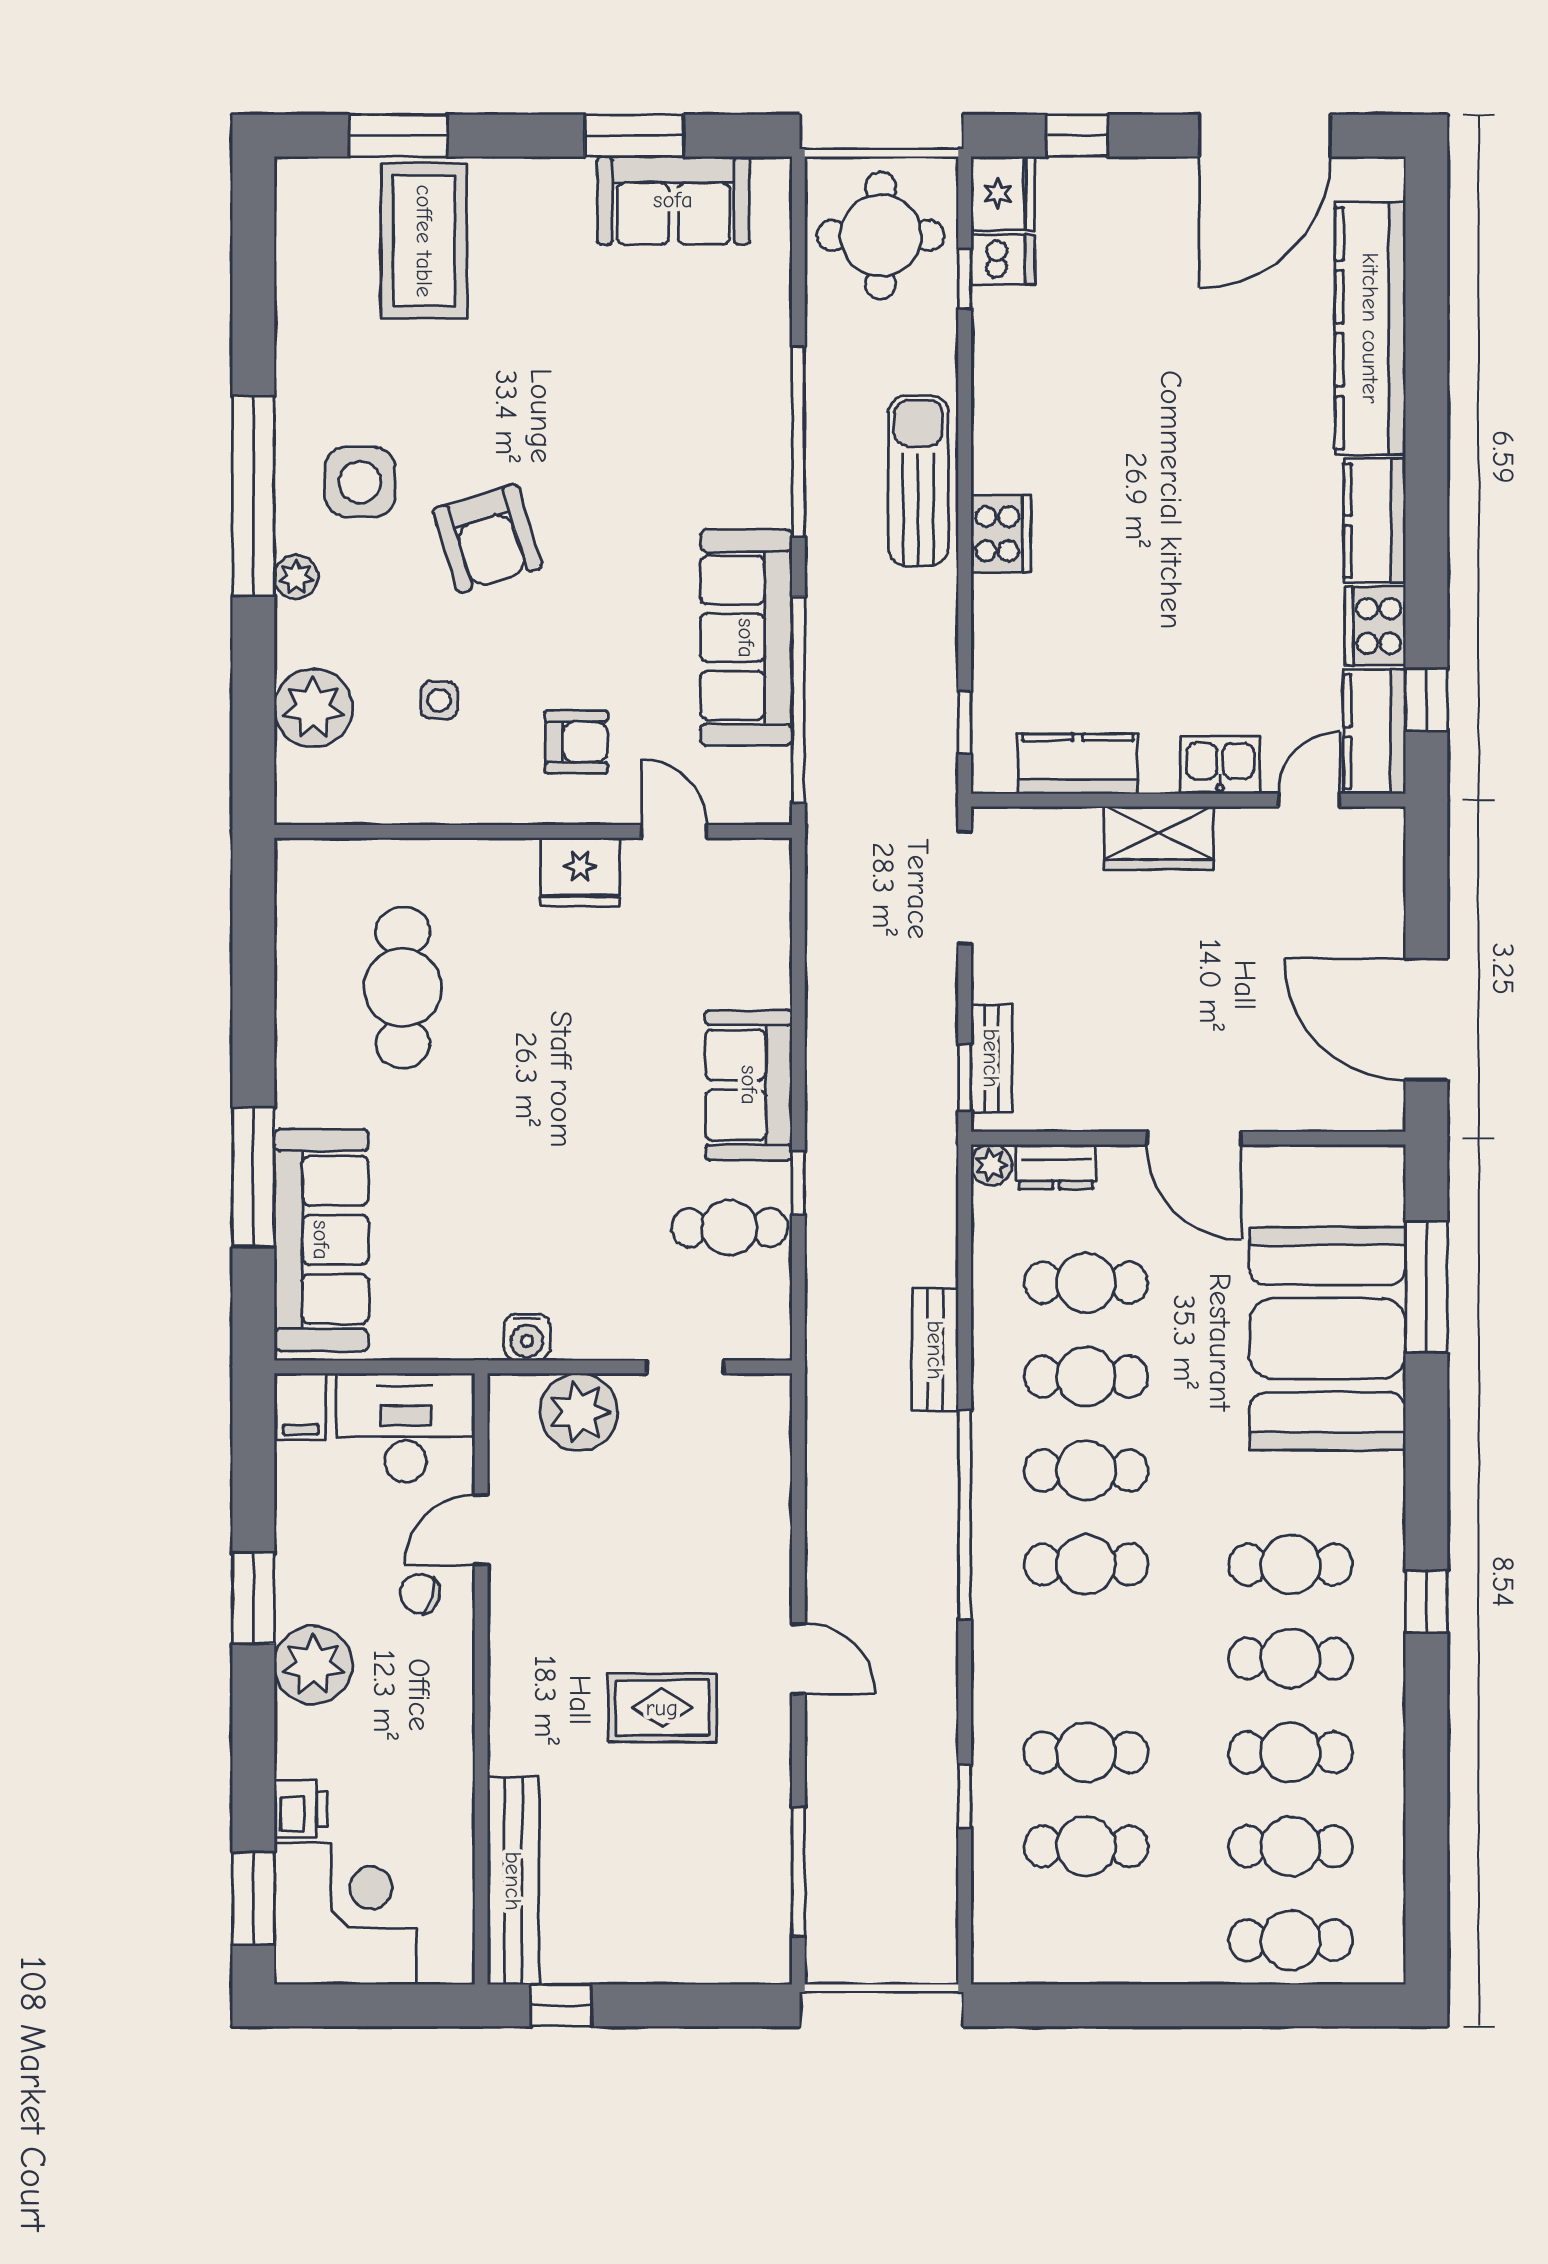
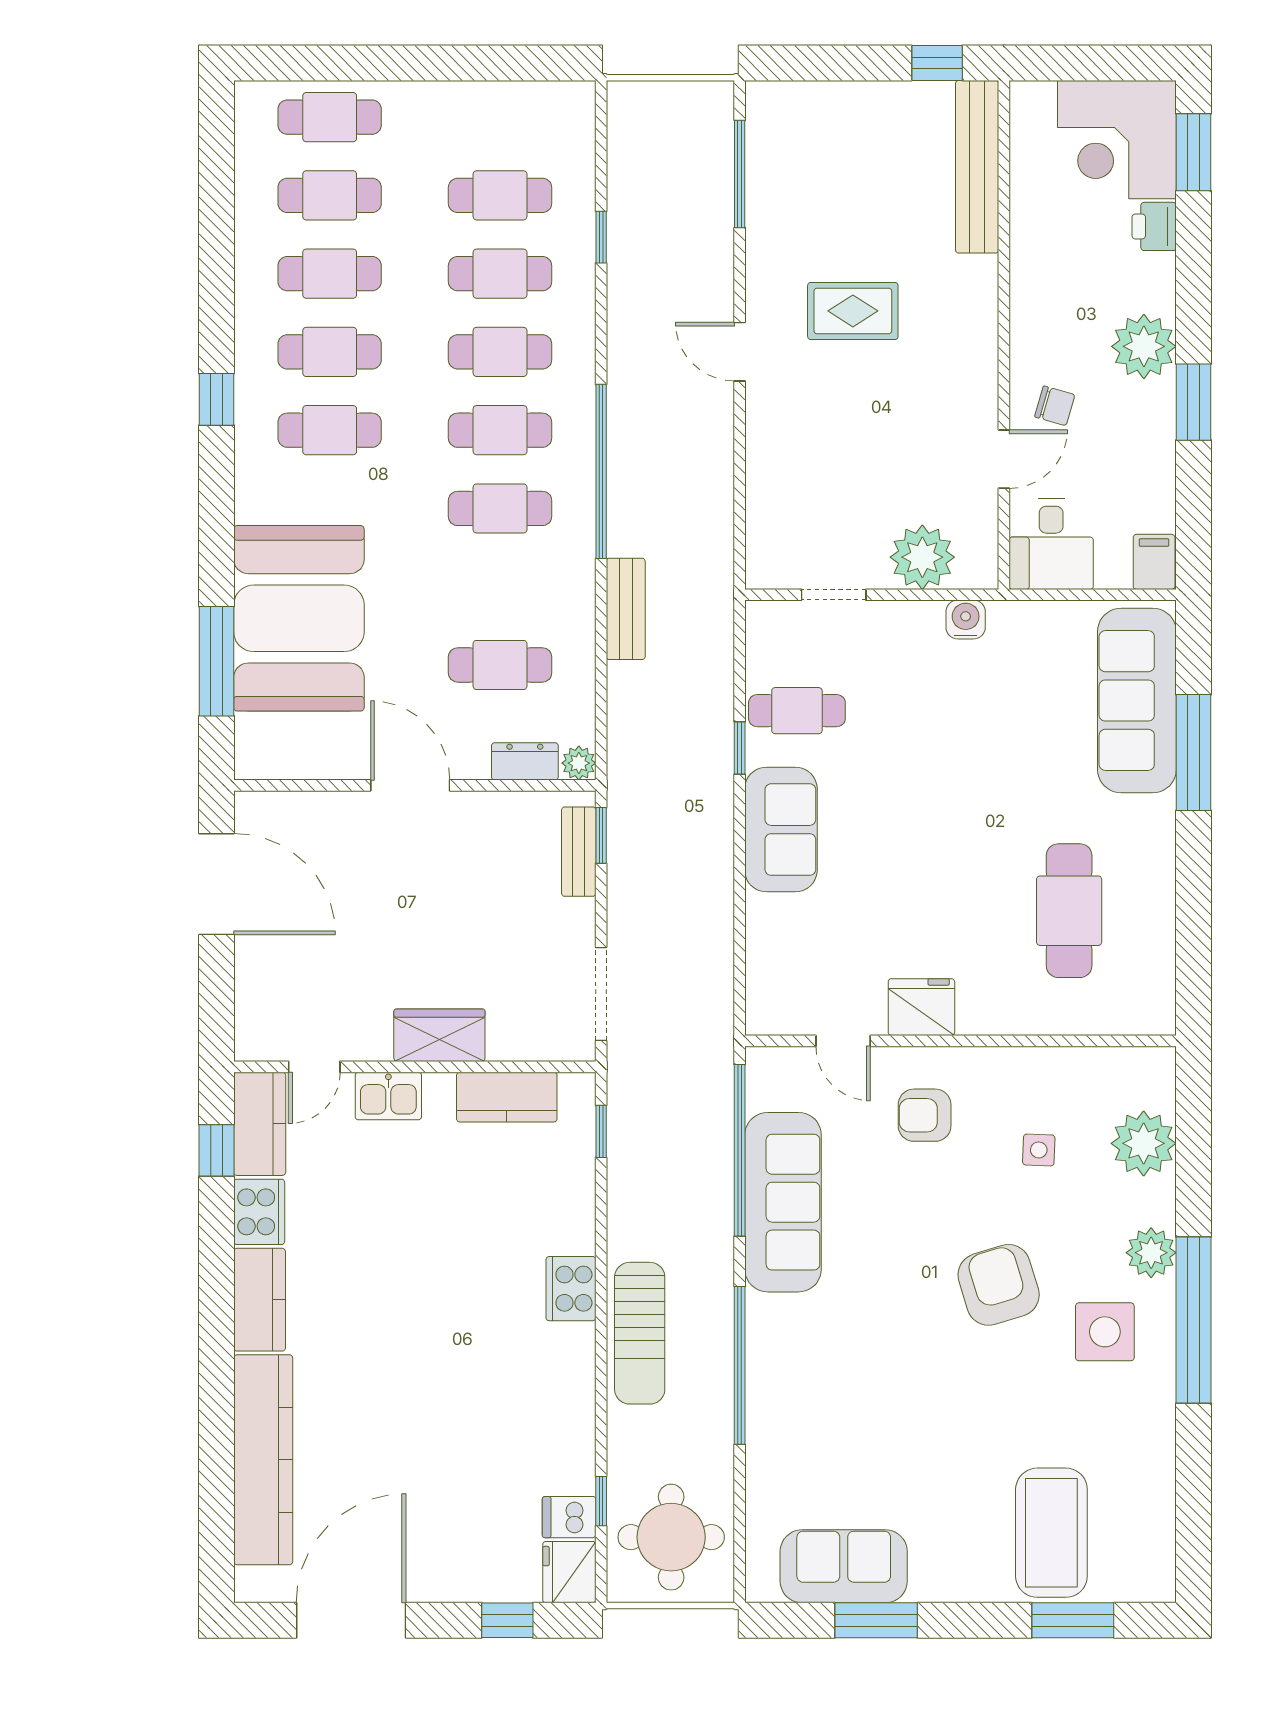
plant: (296, 577) -> (1151, 1253), width x1.38, depth x1.38
cafe table: (1086, 1377) -> (500, 352), moved
desk: (406, 1428) -> (1051, 544), width x0.73

